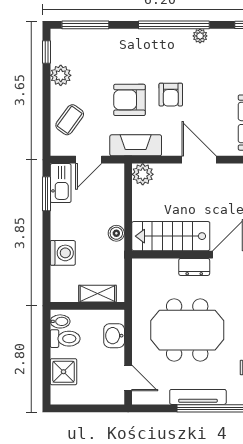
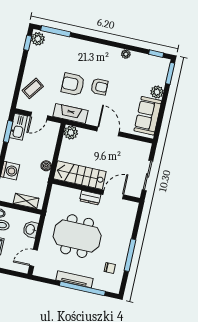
window: (174, 25) -> (111, 44), removed
plant: (61, 75) -> (38, 39), moved
armchair: (171, 95) -> (99, 87), turned -90
door: (128, 378) -> (33, 258), swing flipped

